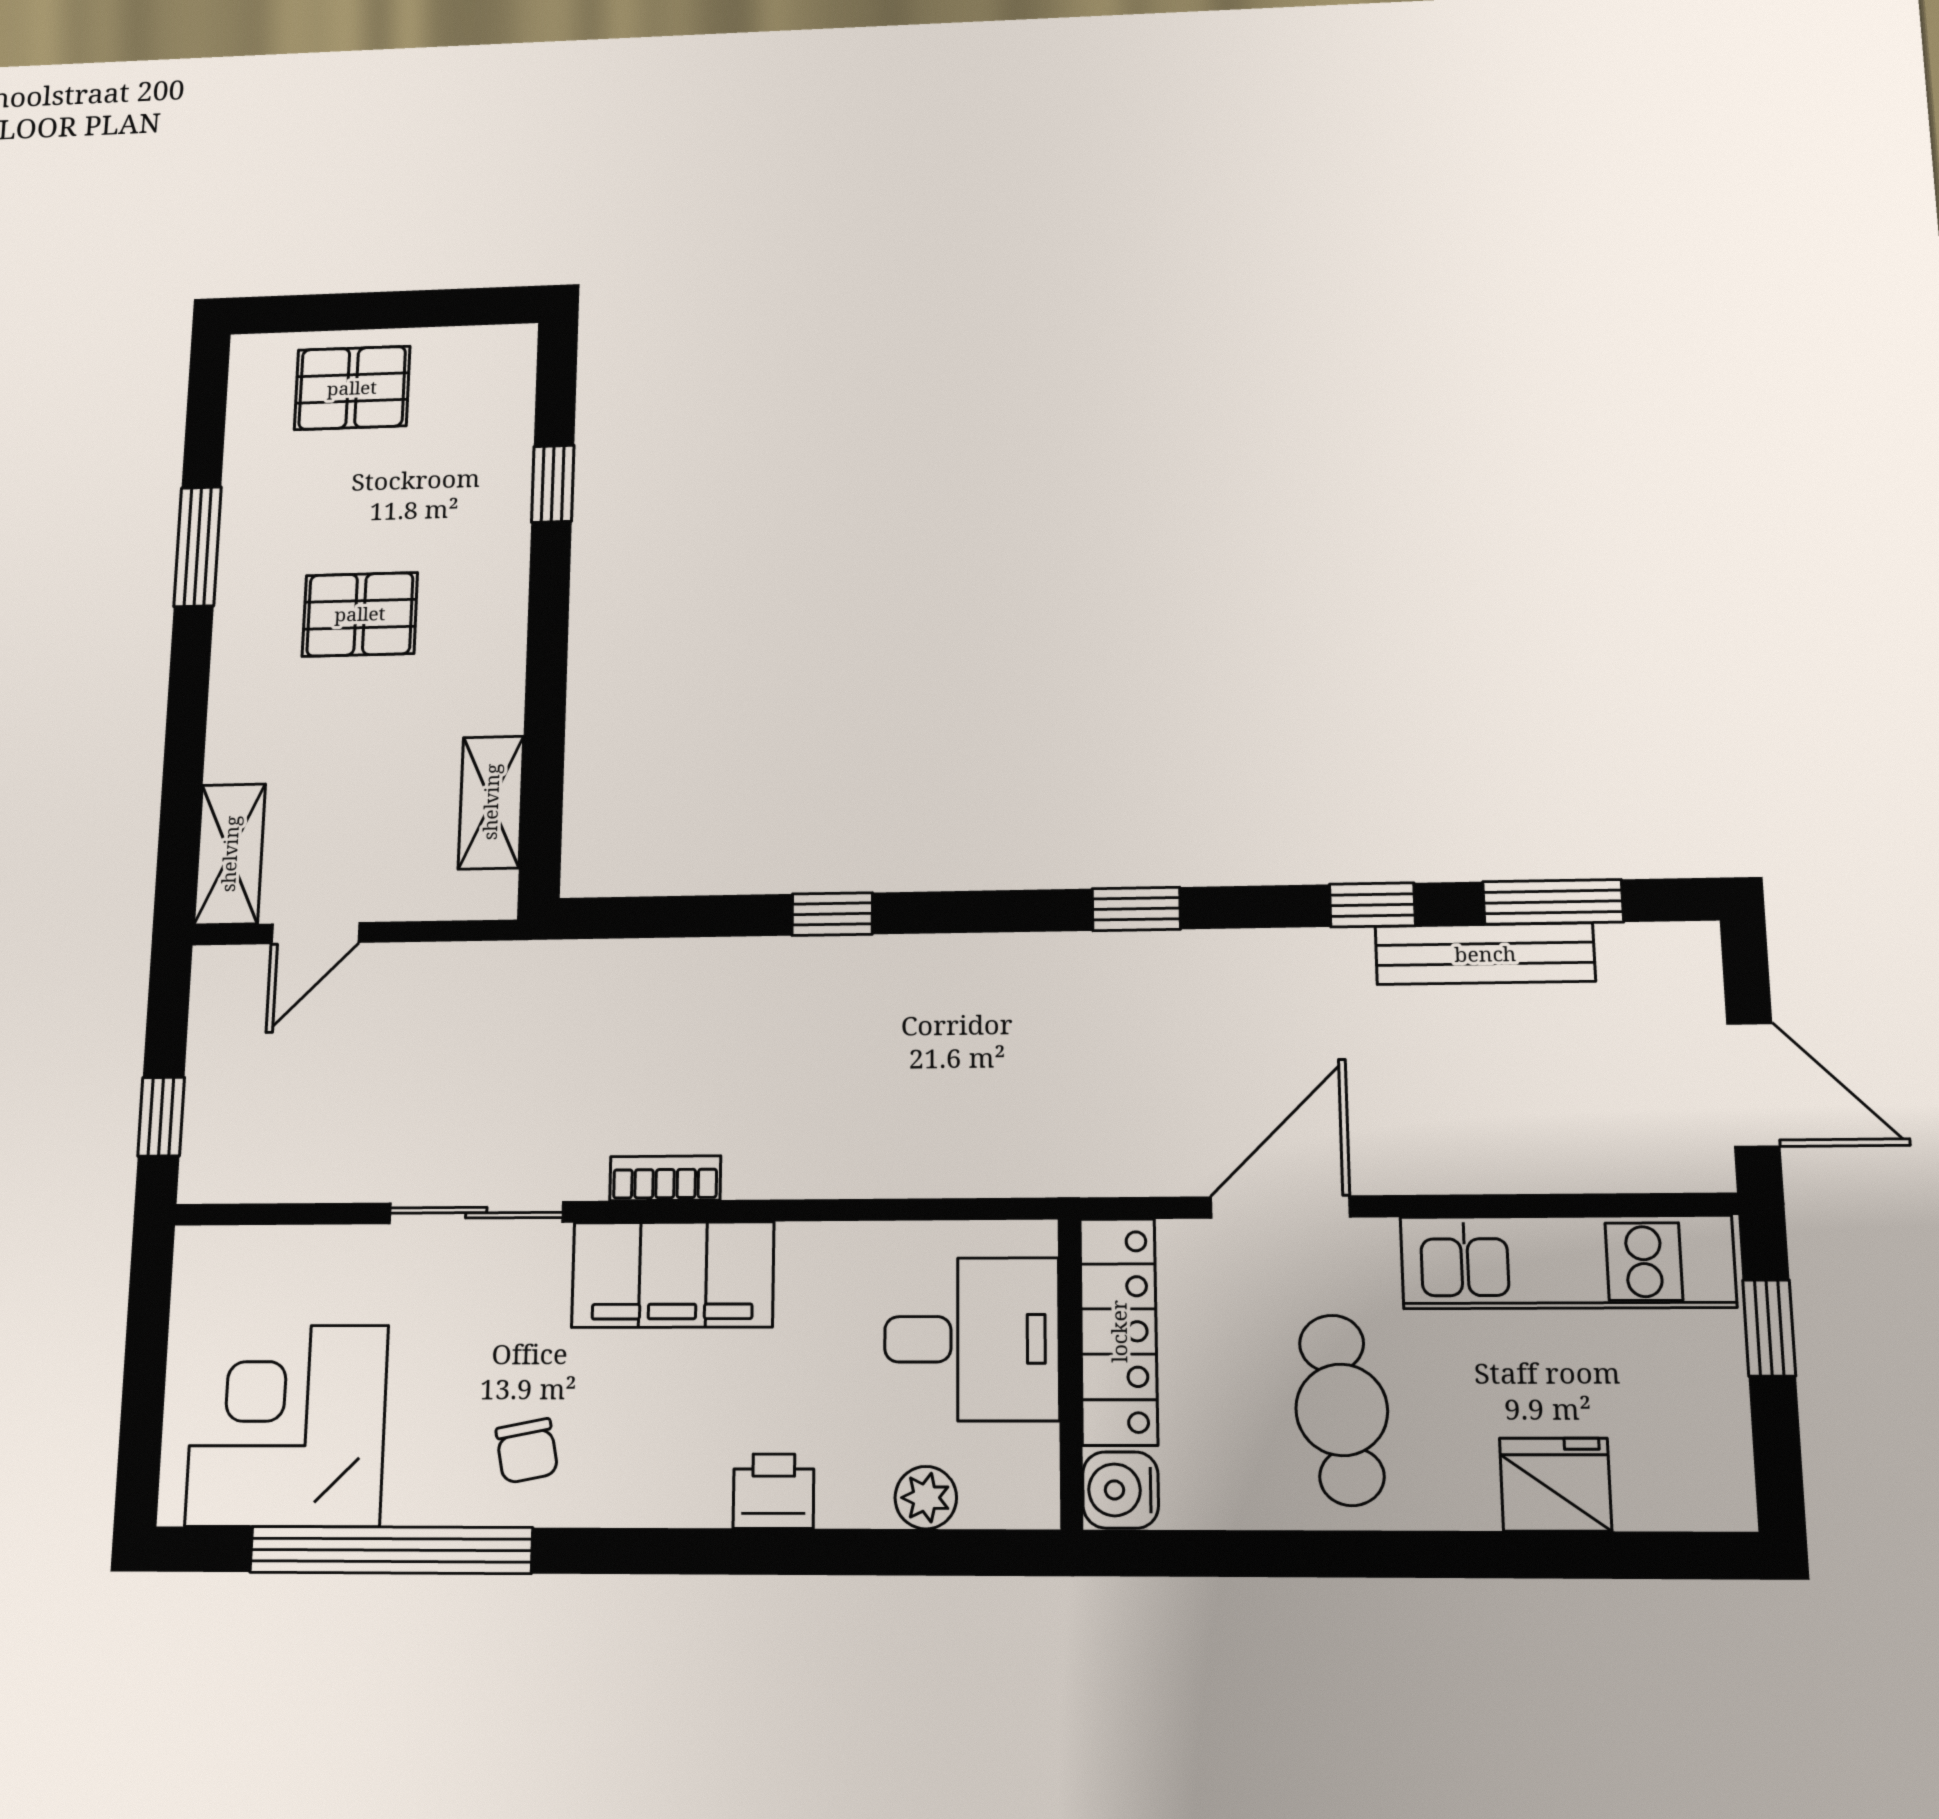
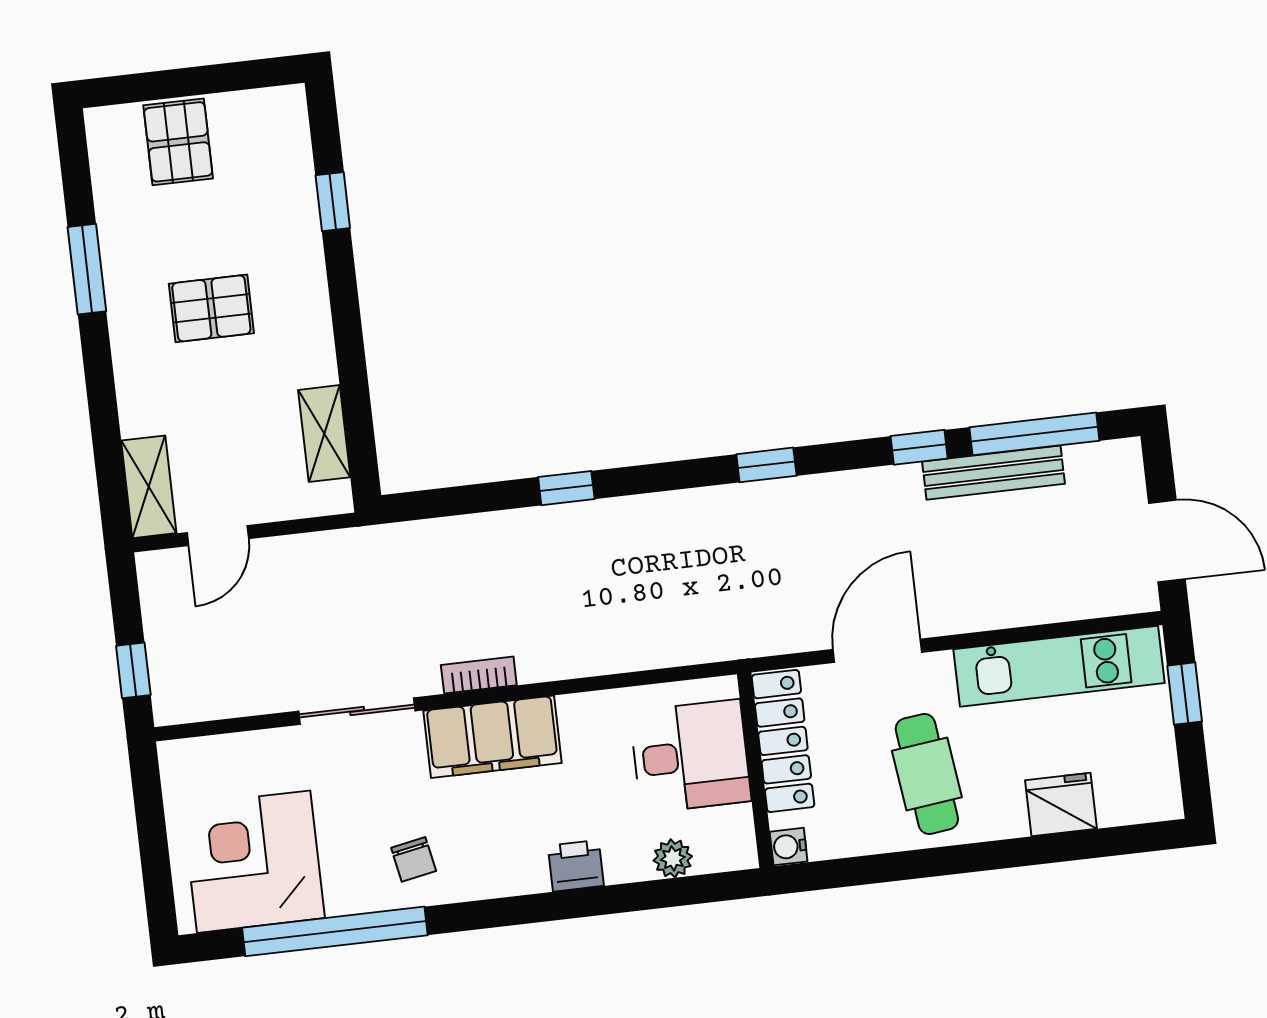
pallet: (352, 388) -> (178, 142), turned 90
window: (1553, 902) -> (1034, 434), width x1.44
water cooler: (1121, 1490) -> (789, 847), width x0.72, depth x0.72

